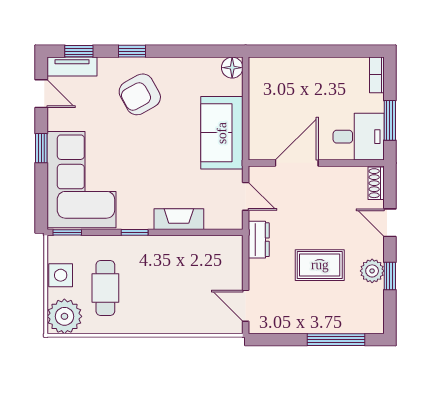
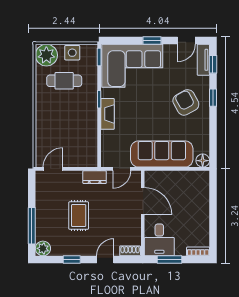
sofa: (222, 133) -> (162, 154), width x1.36
fireplace: (179, 219) -> (107, 114), moved
plant: (372, 271) -> (43, 248), moved

